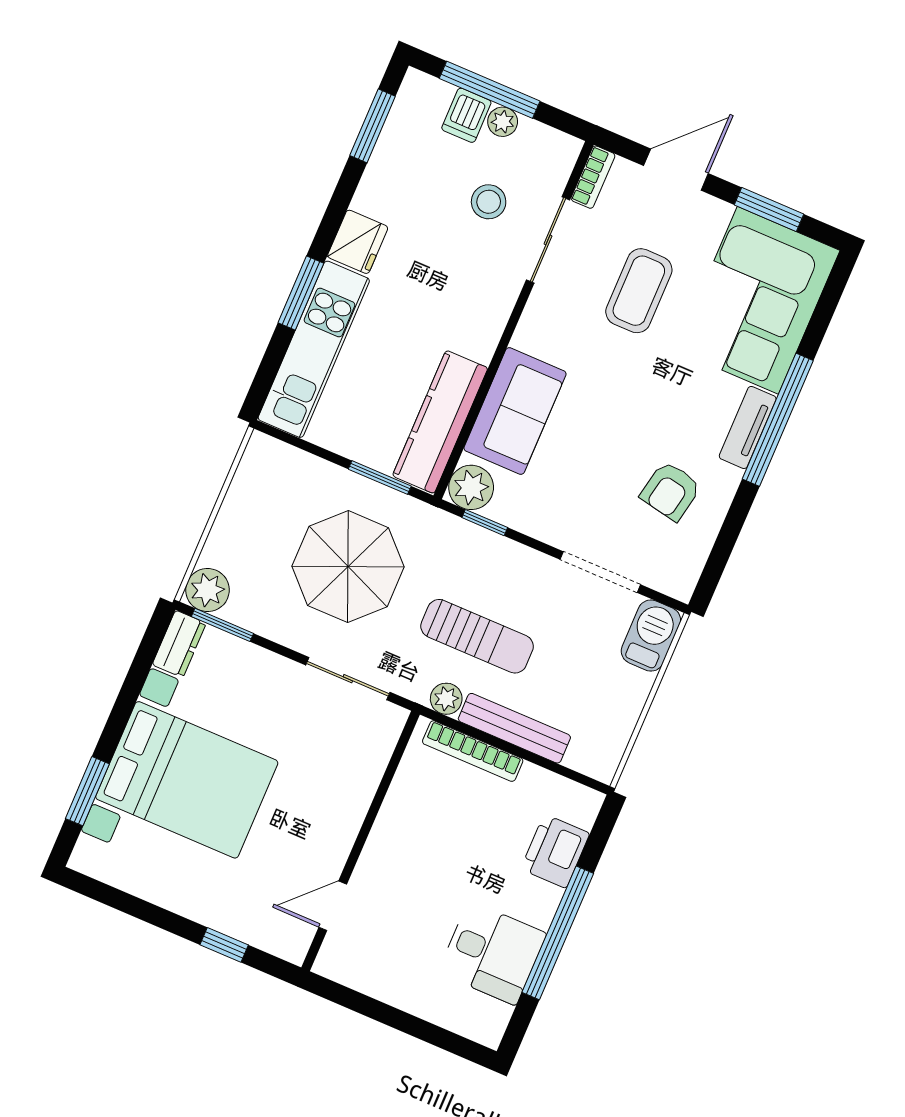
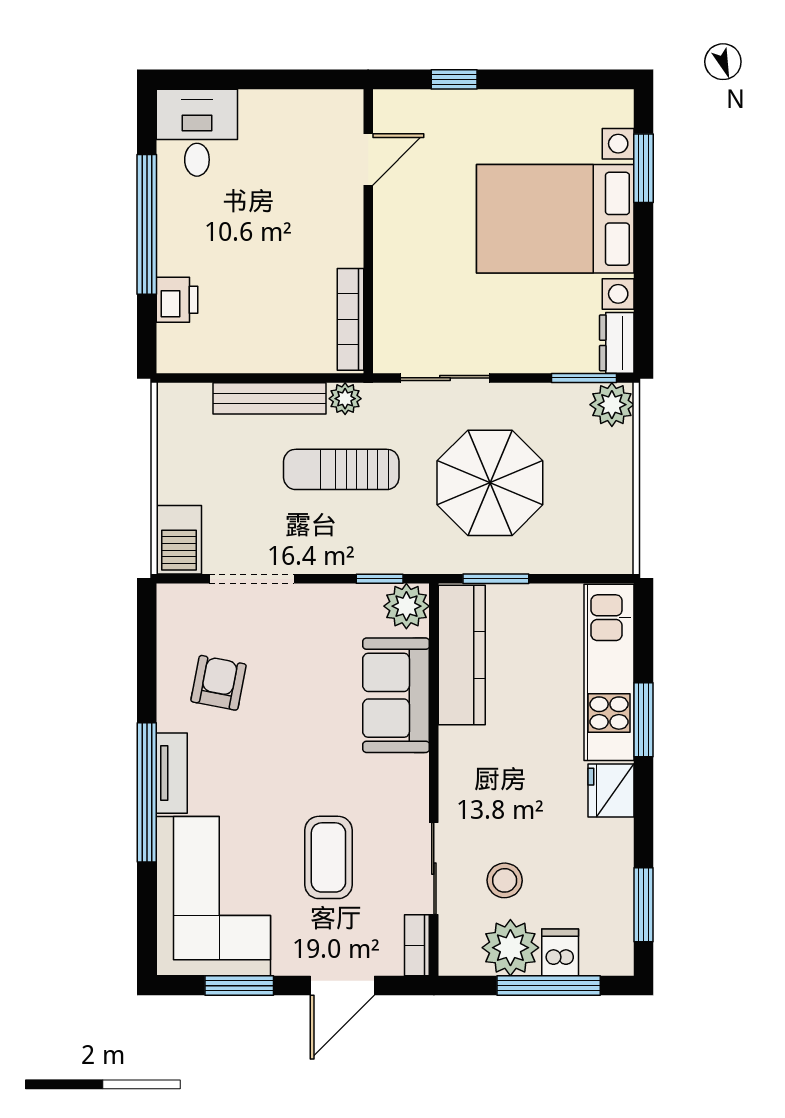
plant: (503, 122) -> (510, 948), width x1.88, depth x1.88
bookcase: (473, 751) -> (350, 319), moved, turned -90
printer: (555, 851) -> (177, 300), width x0.73, depth x0.81
desk: (492, 953) -> (197, 133), moved, turned 90

